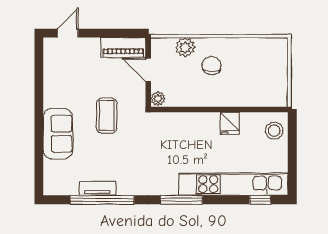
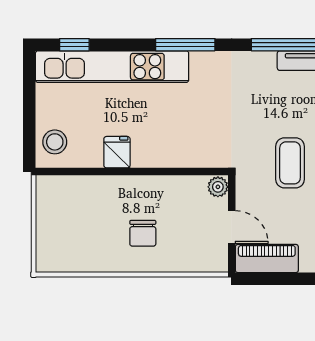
plant: (185, 47) -> (180, 259), removed

